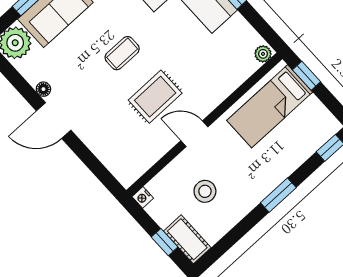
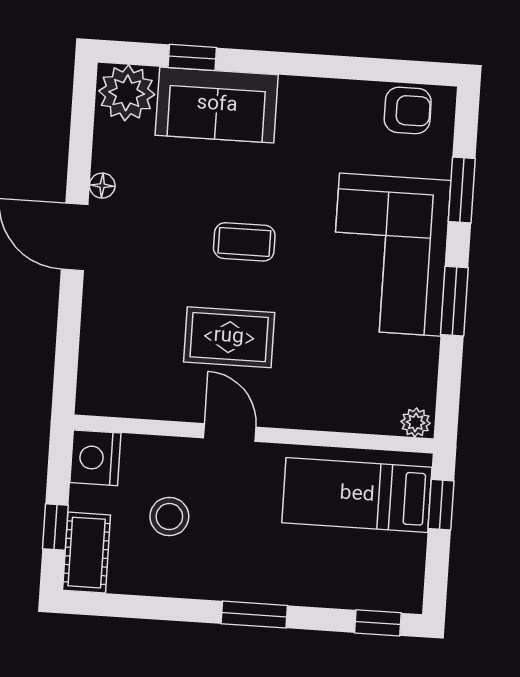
nightstand: (143, 197) -> (95, 458), width x1.89, depth x1.79

